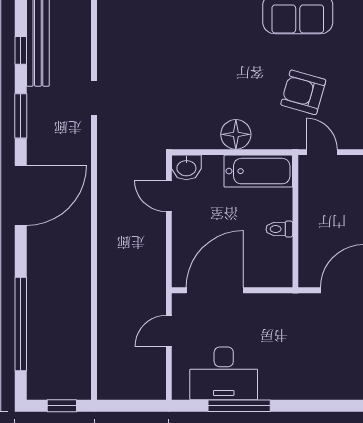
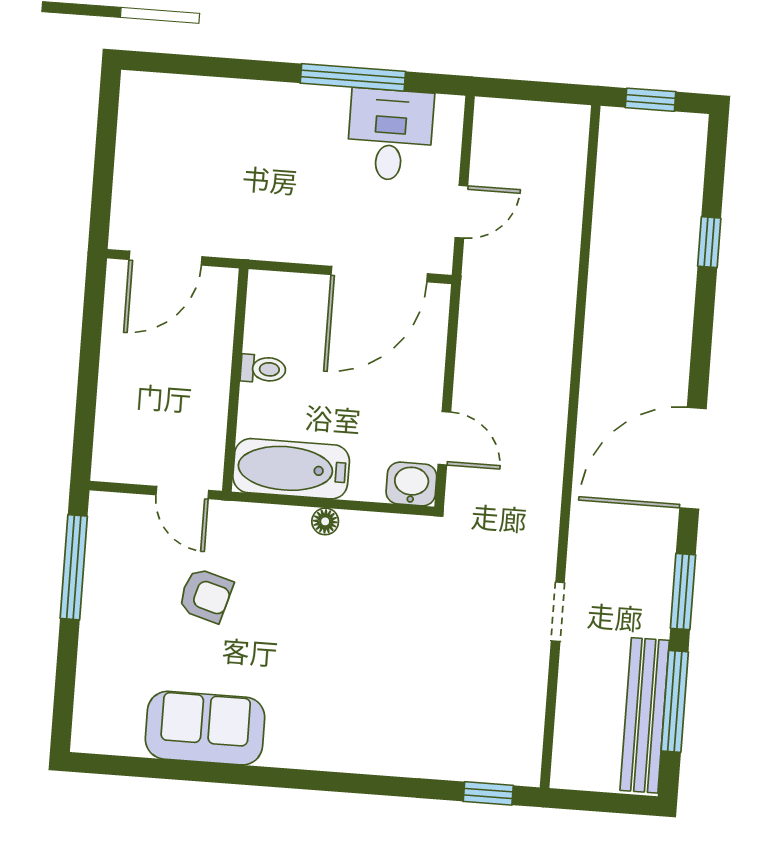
window: (21, 50) -> (675, 701), width x2.17
armchair: (303, 92) -> (206, 595), width x0.72, depth x0.72
floor lamp: (236, 134) -> (325, 521), width x0.53, depth x0.53
window: (21, 324) -> (709, 242), width x0.32
desk: (224, 373) -> (390, 135), width x0.73

